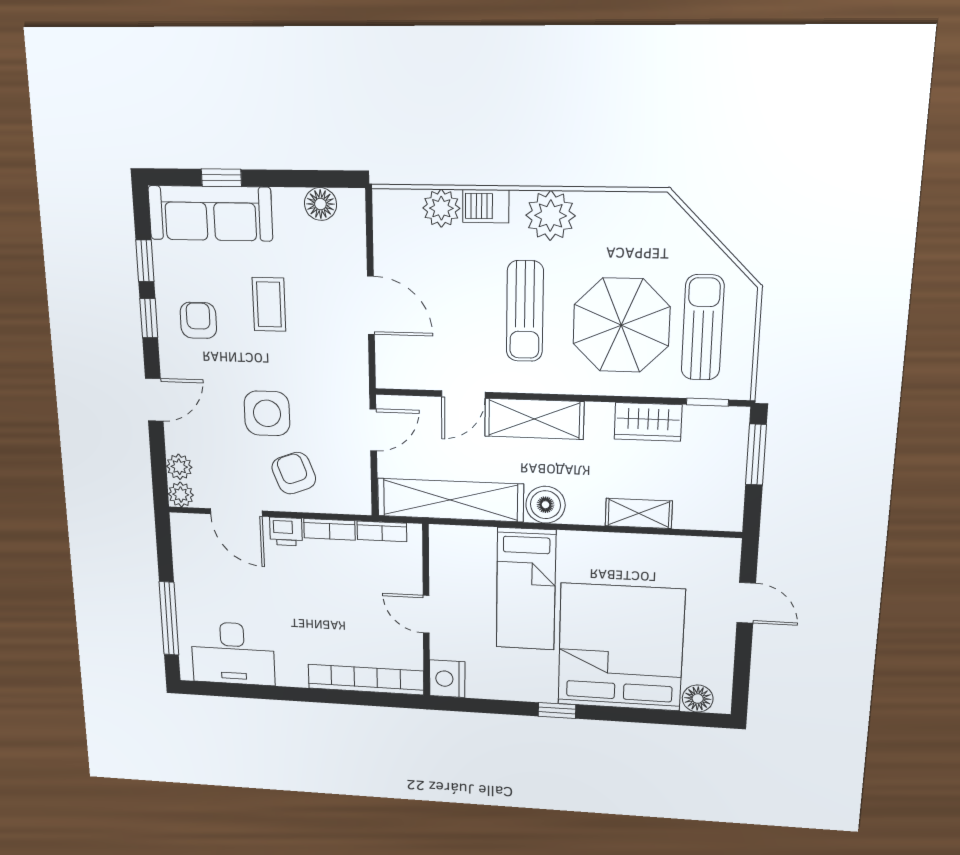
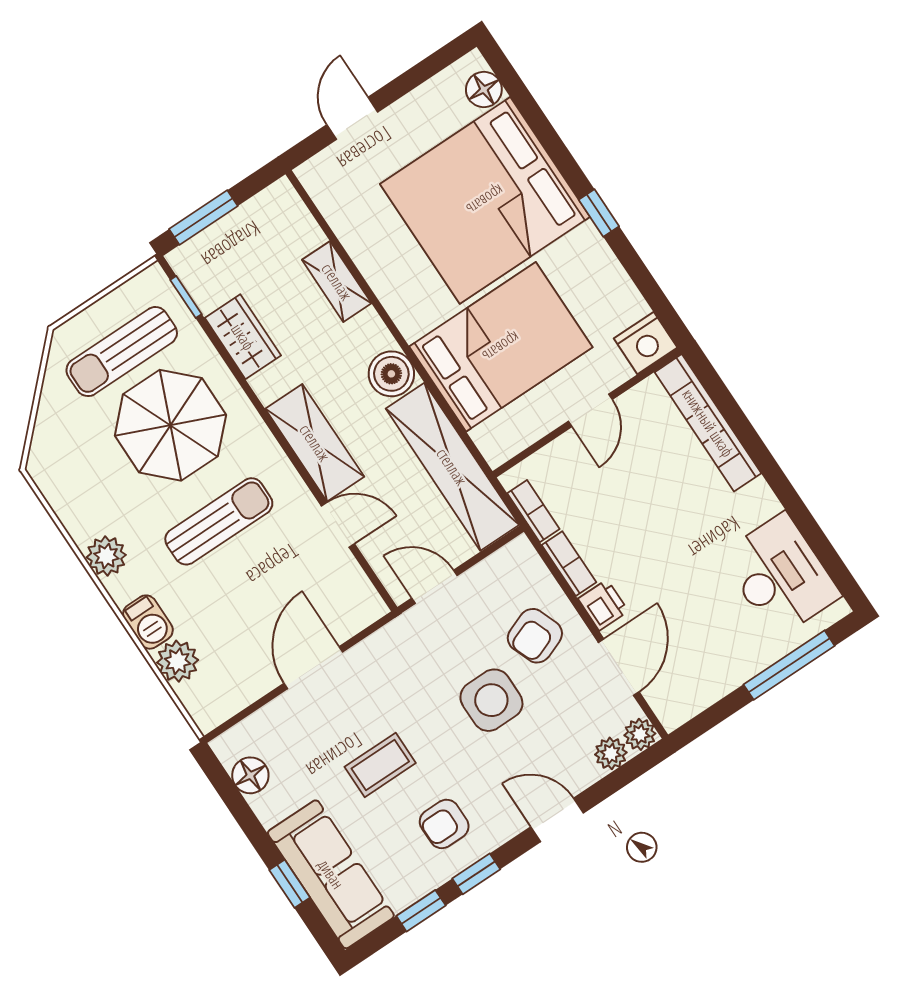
plant: (550, 216) -> (106, 556), width x0.73, depth x0.73
bed: (526, 589) -> (501, 347), width x1.50

